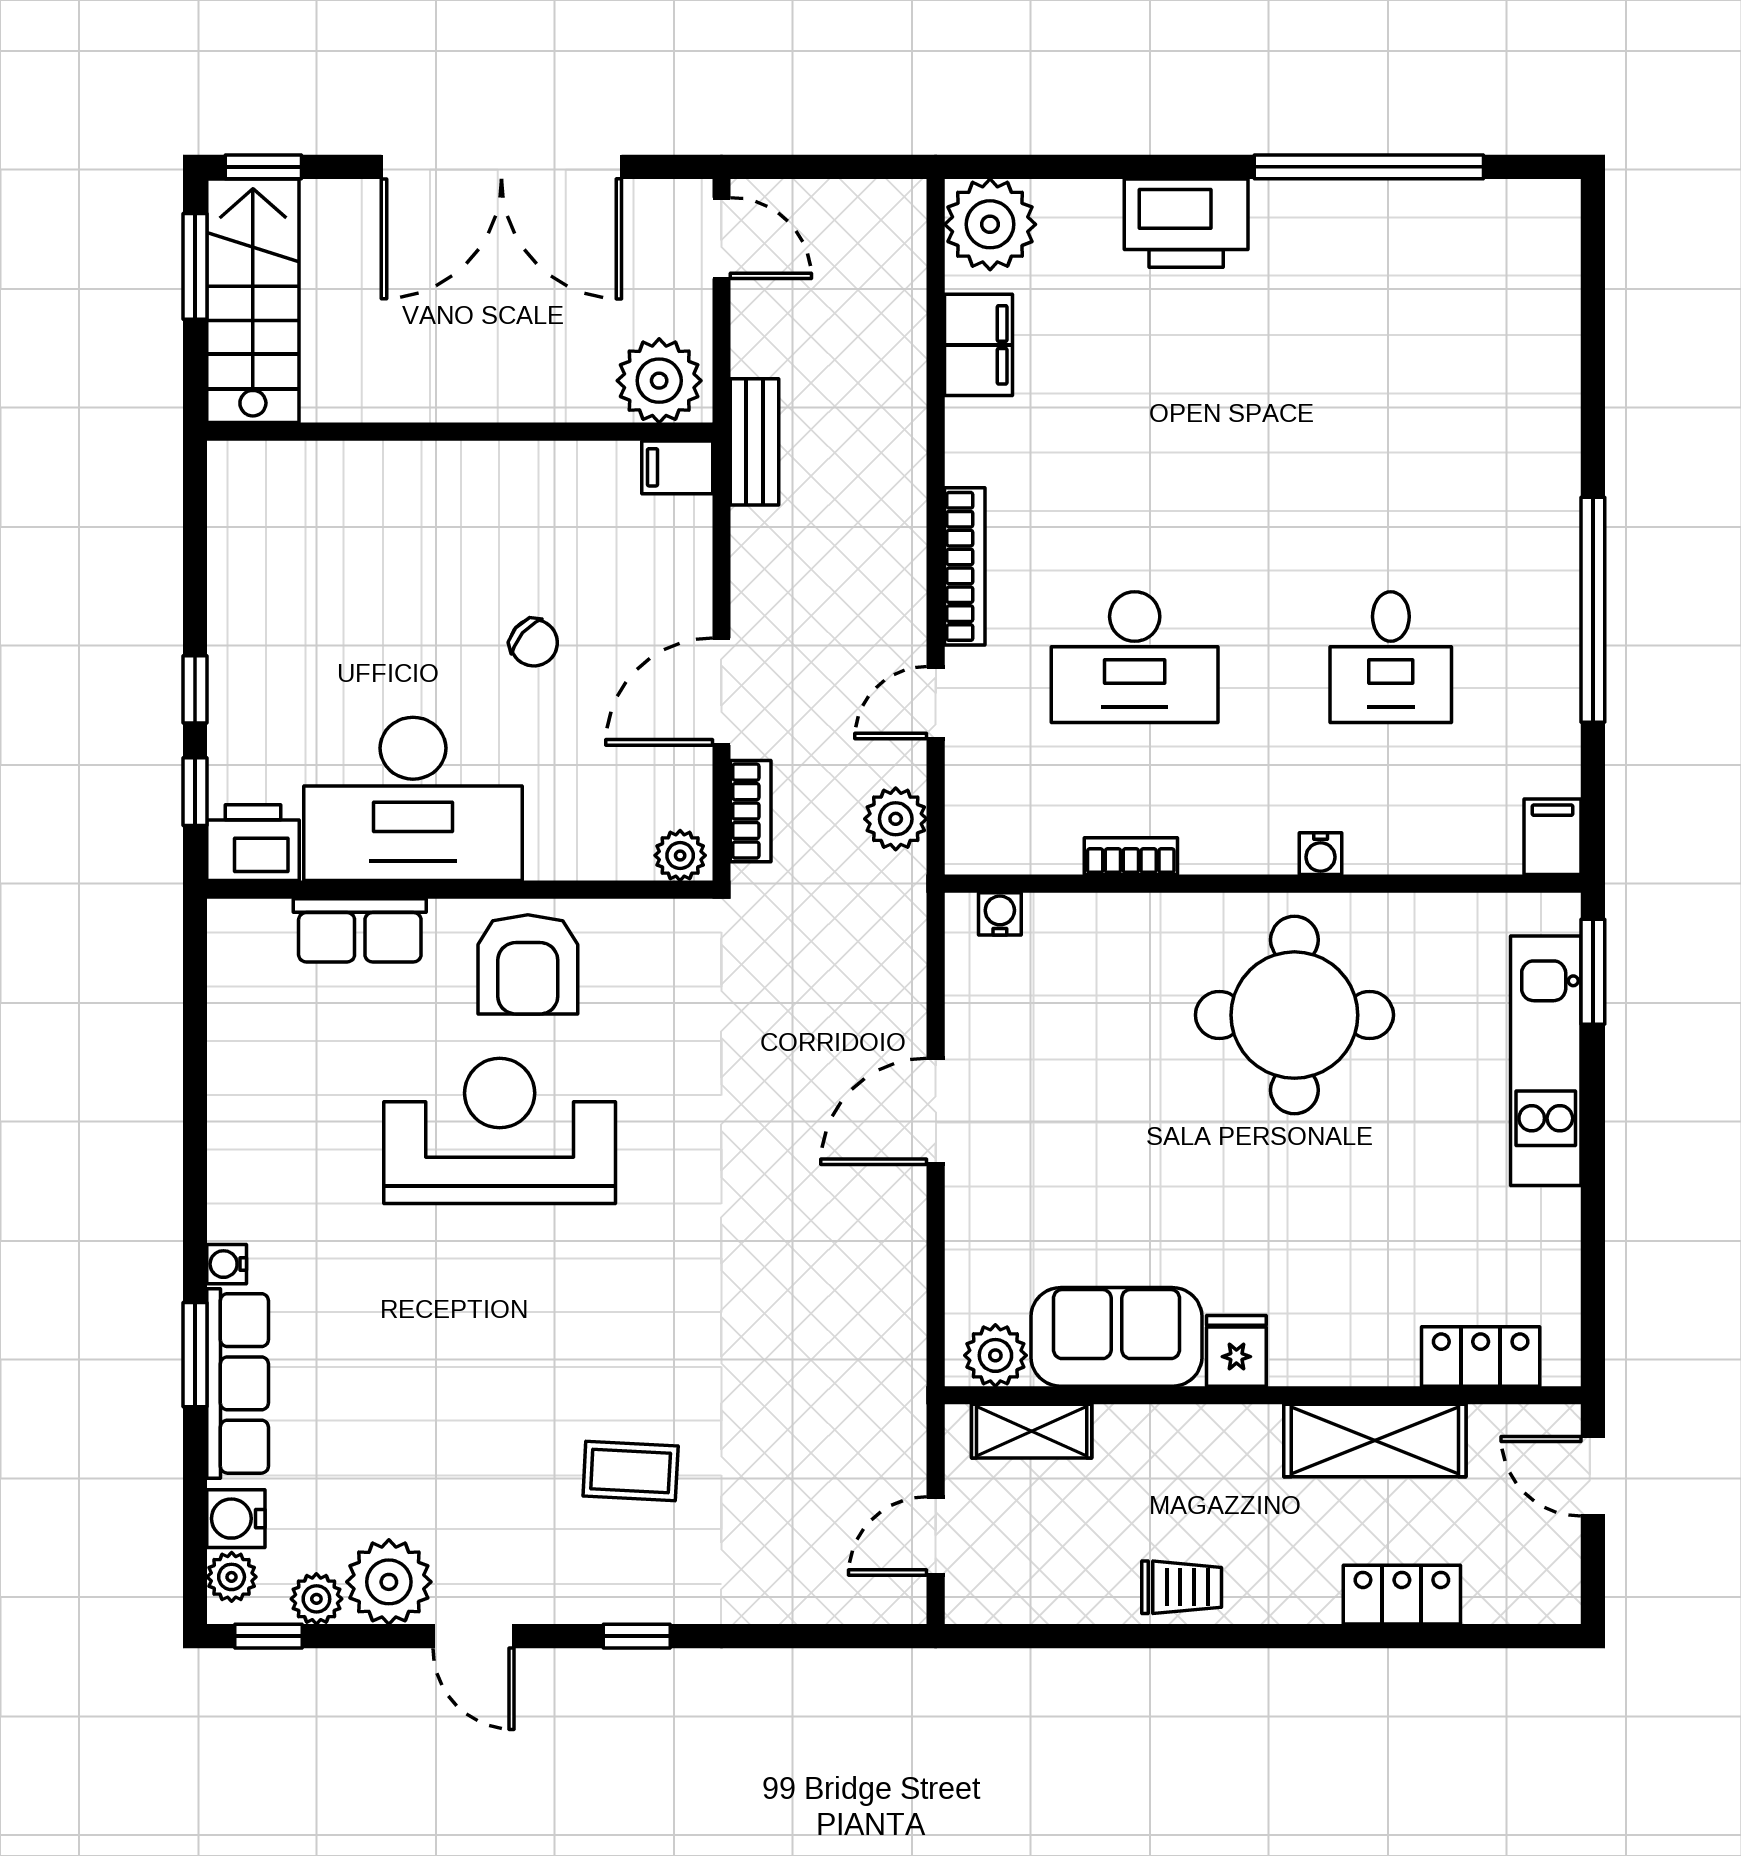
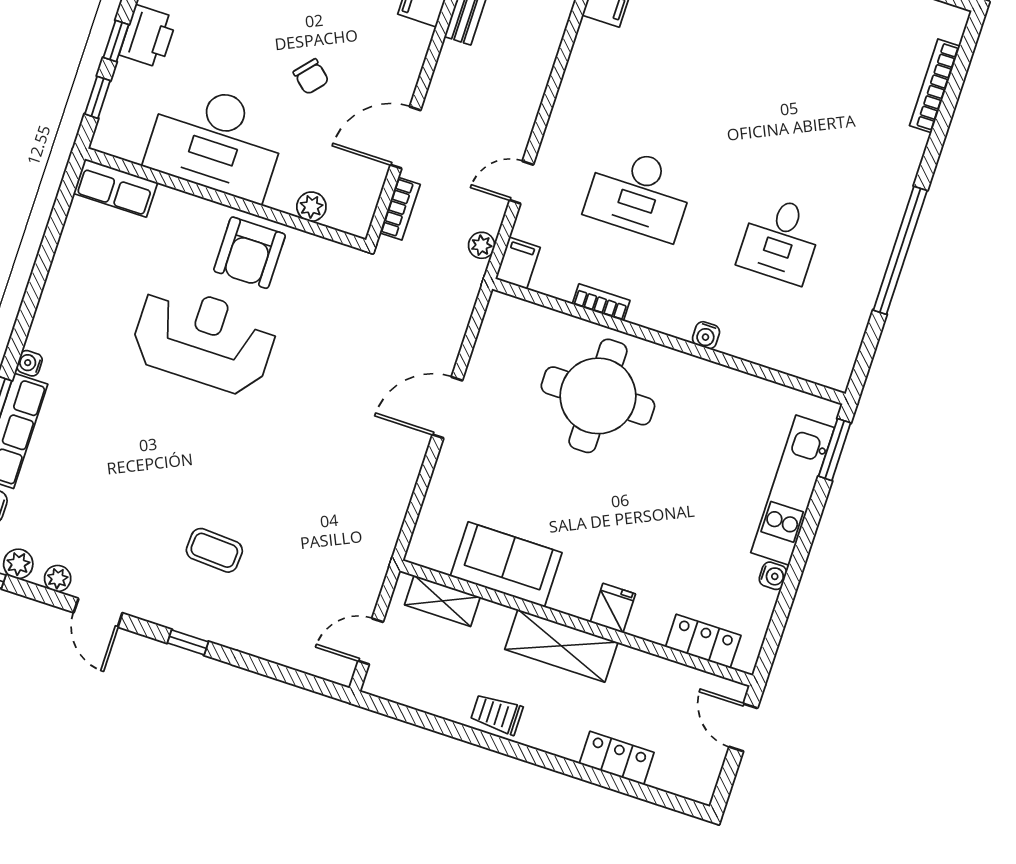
bookcase: (965, 566) -> (935, 86), moved, turned 180
plant: (896, 819) -> (482, 245), width x0.73, depth x0.73
filing cabinet: (1553, 837) -> (518, 263), moved
printer: (253, 843) -> (148, 36), moved, turned 90
plant: (680, 855) -> (311, 207), moved
water cooler: (1000, 914) -> (773, 576), moved, turned 90
row of seats: (360, 930) -> (116, 188), moved
round table: (1294, 1015) -> (598, 396), moved
fridge: (1236, 1351) -> (613, 608), moved
plant: (995, 1355) -> (436, 553), removed
shelving: (1375, 1441) -> (561, 646), moved
plant: (389, 1582) -> (58, 578), width x0.53, depth x0.53
trolley: (1182, 1587) -> (497, 714), turned 180

